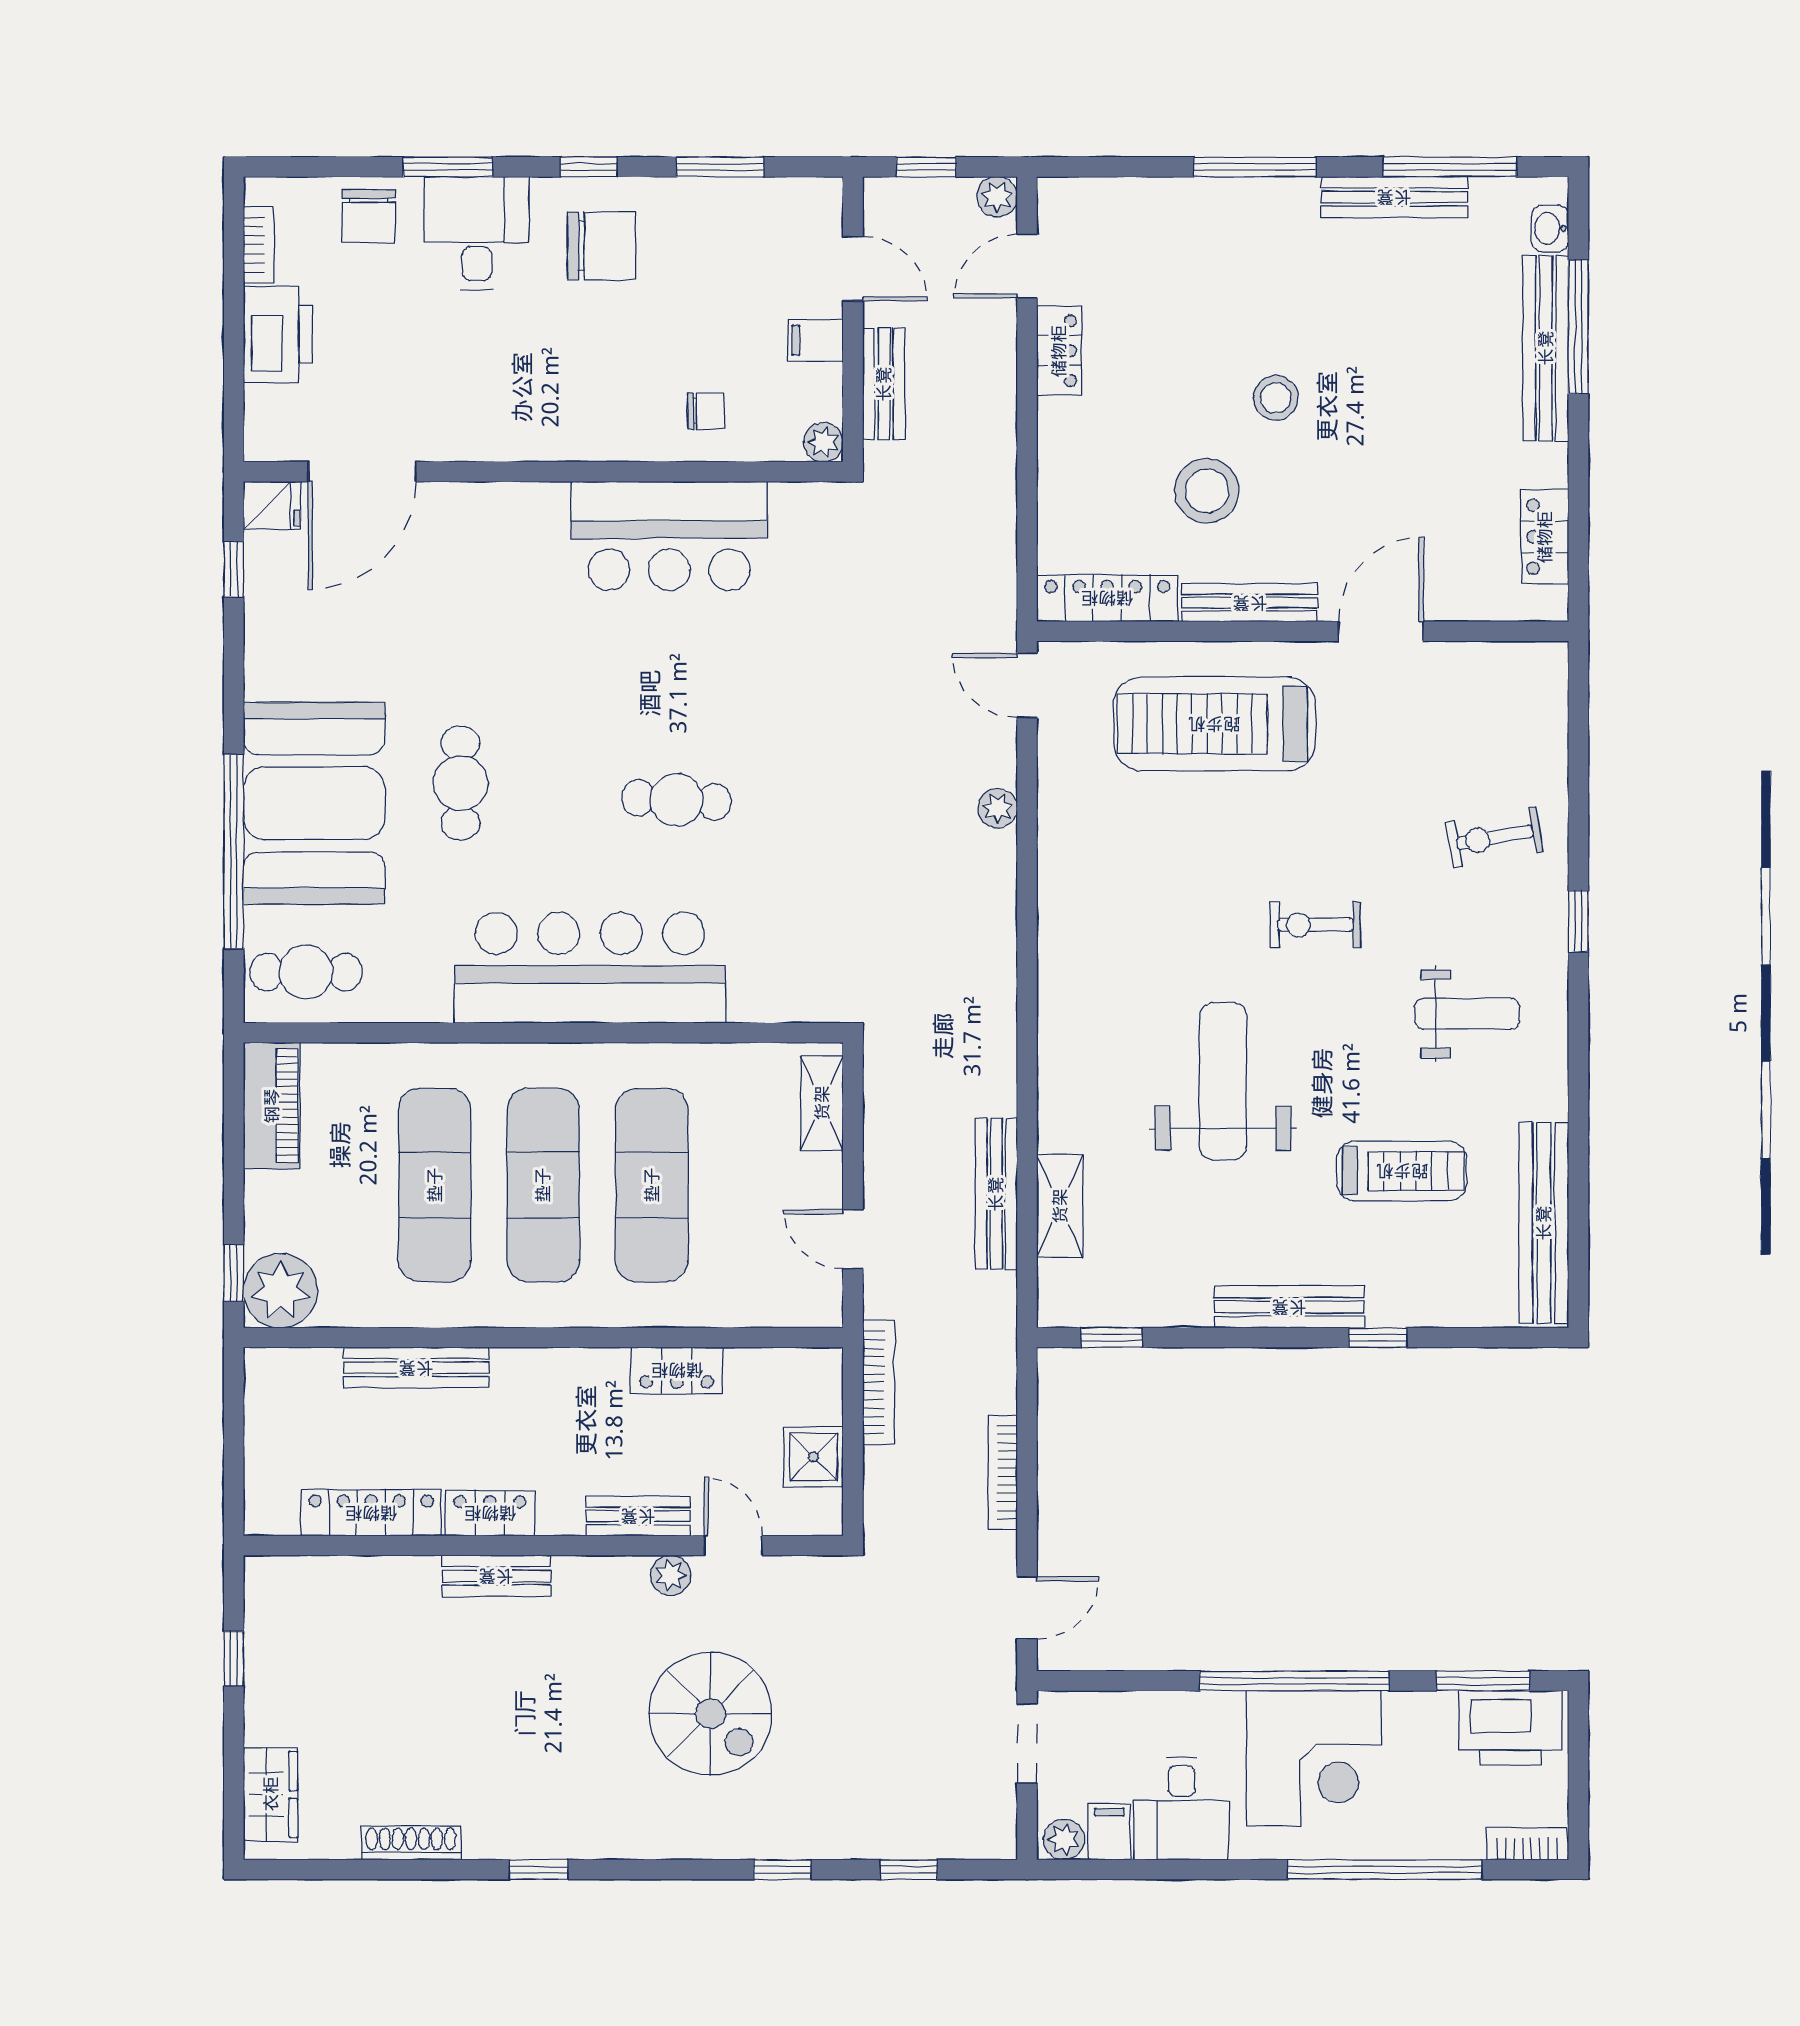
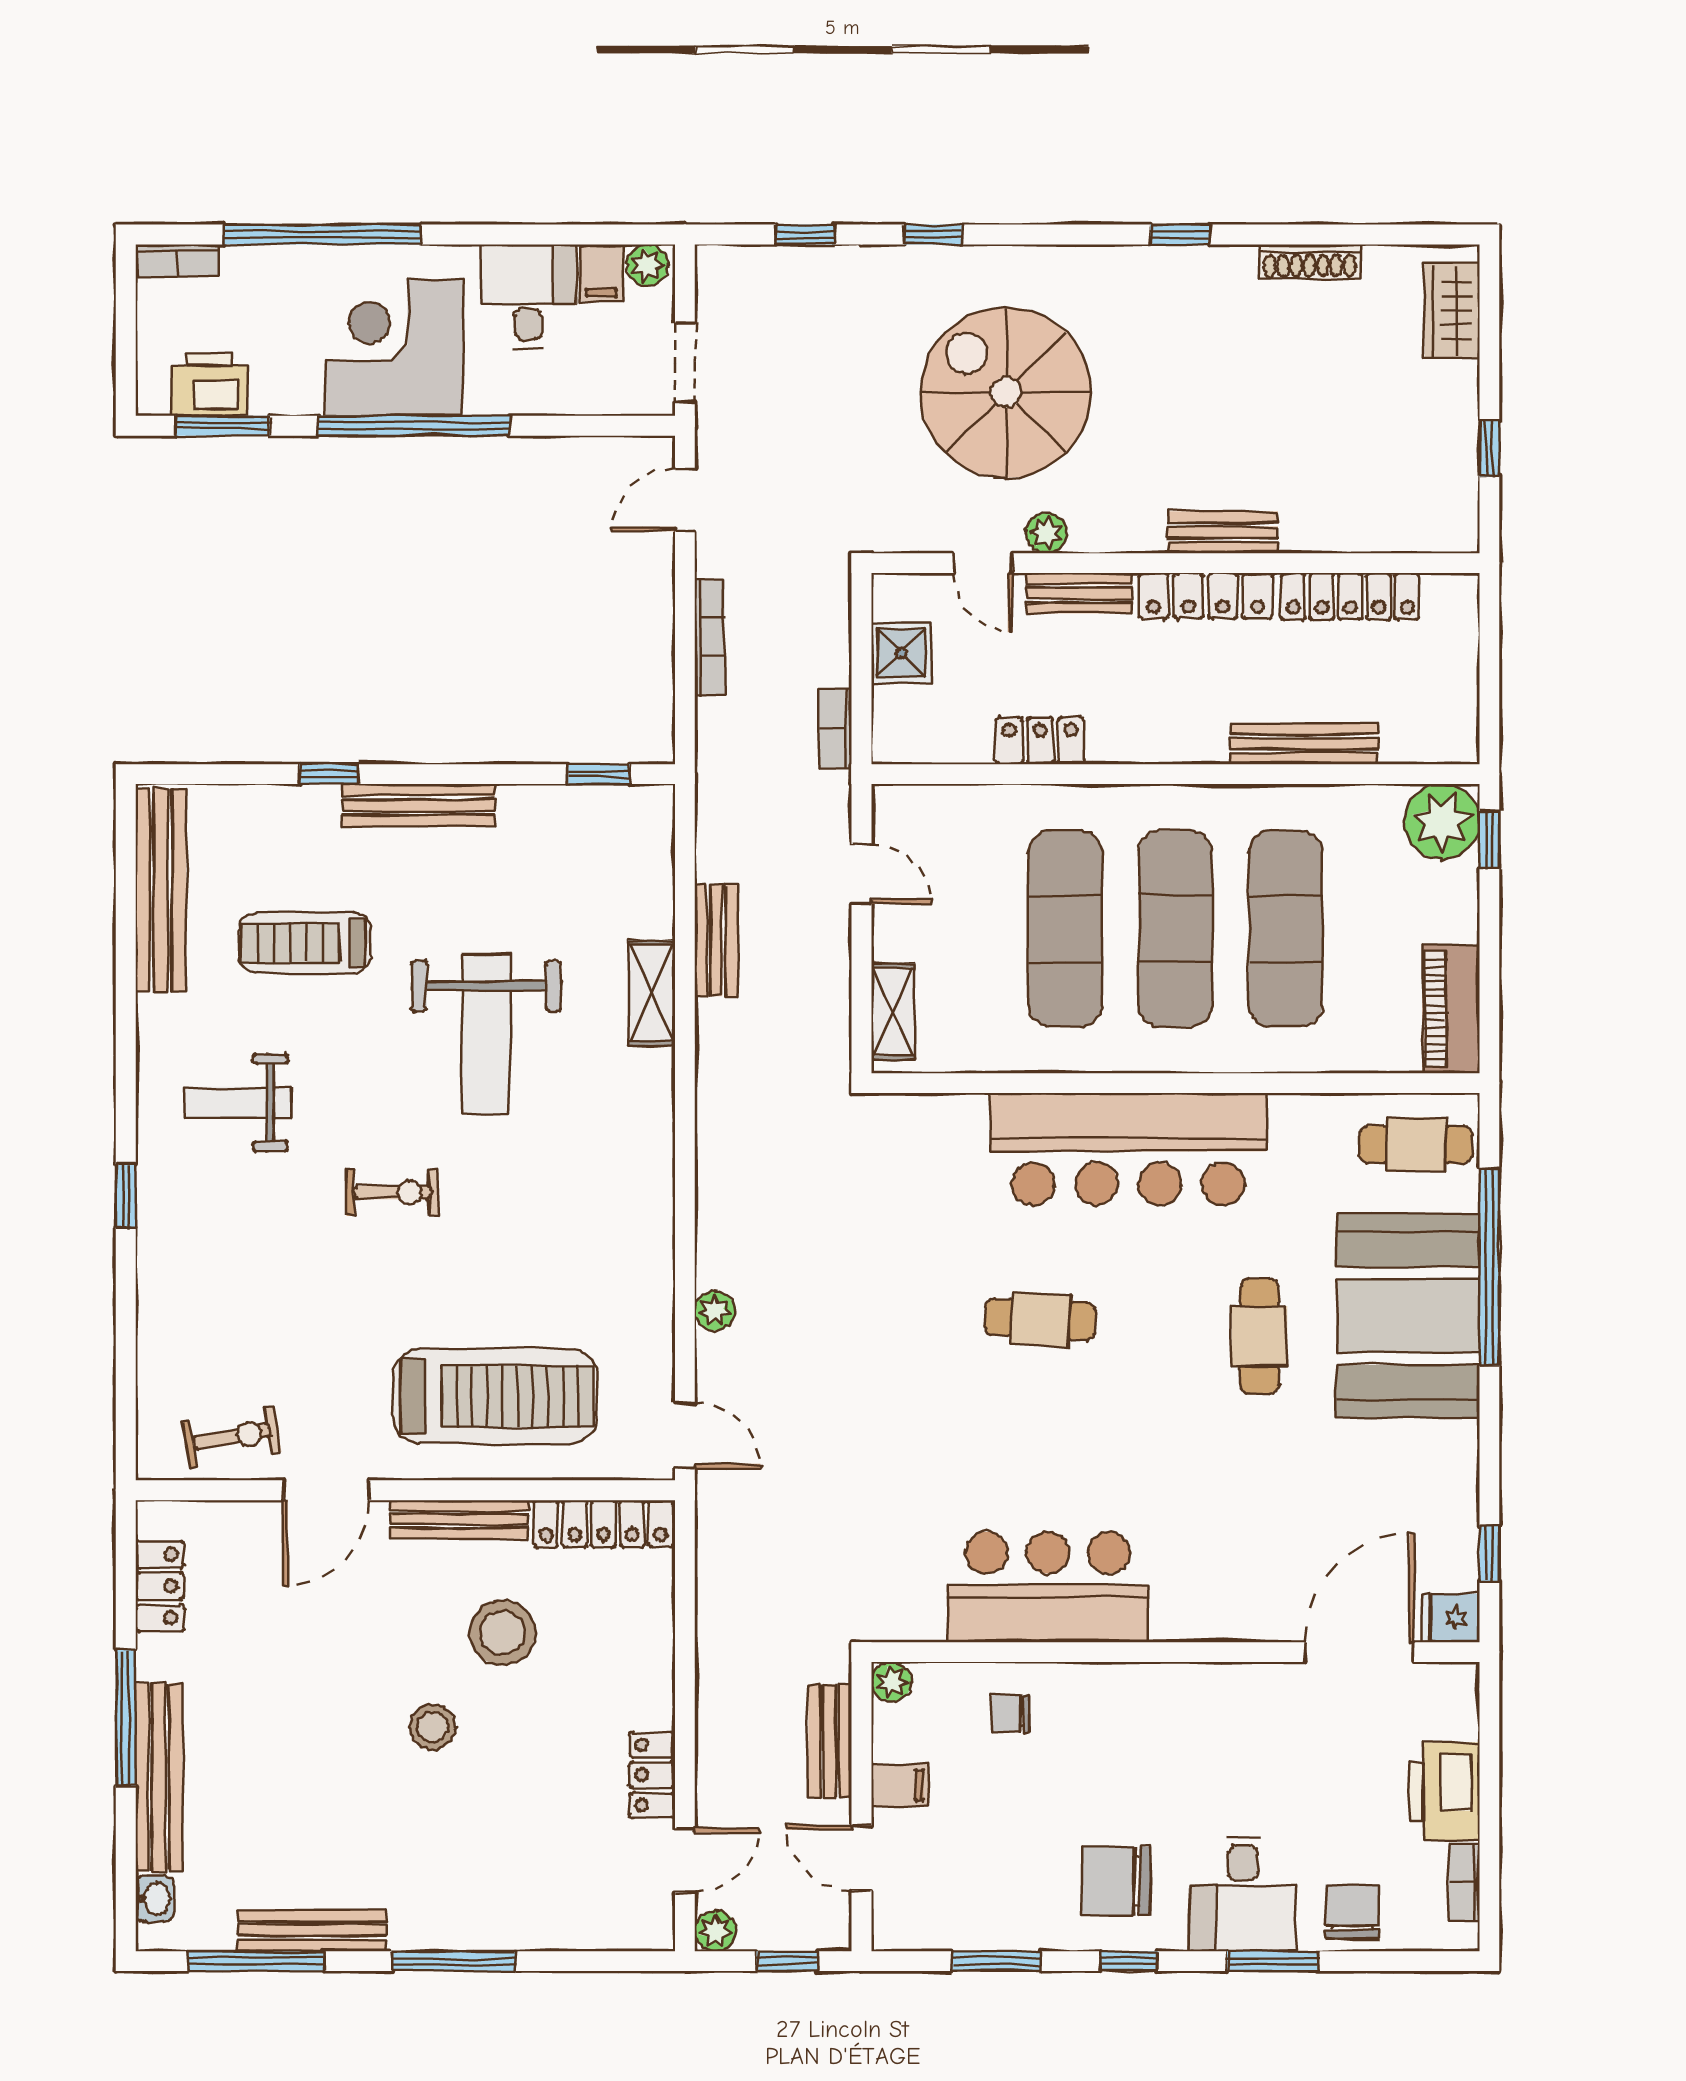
window: (1578, 327) -> (126, 1718), moved
exercise bike: (1495, 837) -> (232, 1437), moved
bench: (996, 1194) -> (716, 940), width x0.73
shelving: (1060, 1206) -> (652, 992), moved
bookcase: (878, 1382) -> (836, 729), width x0.64
locker: (490, 1513) -> (1206, 596), width x1.53
spiral stairs: (710, 1714) -> (1006, 393), width x1.37, depth x1.37
printer: (1510, 1728) -> (209, 384), width x0.73, depth x0.84

